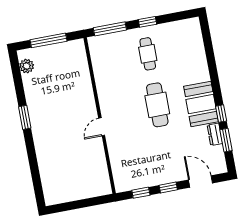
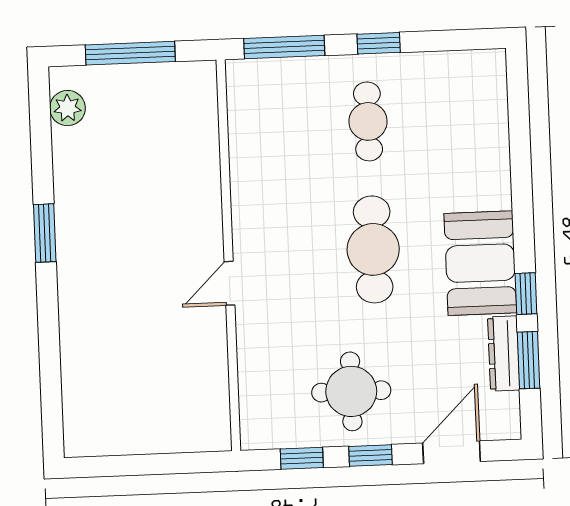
dresser: (215, 134) -> (504, 353), width x1.44
round table: (157, 163) -> (351, 391), added
door: (201, 181) -> (452, 452), hinge flipped

